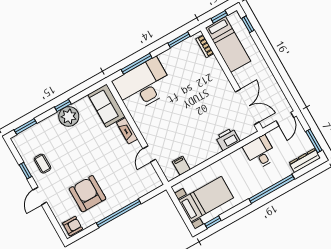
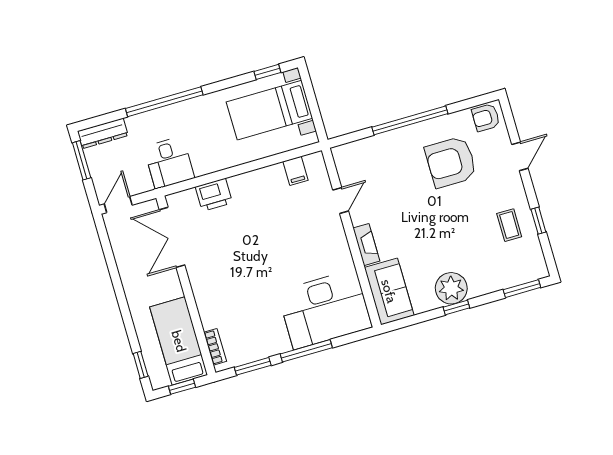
window: (137, 64) -> (306, 351), moved
armchair: (87, 194) -> (451, 162), turned 90
door: (40, 196) -> (520, 156), moved

